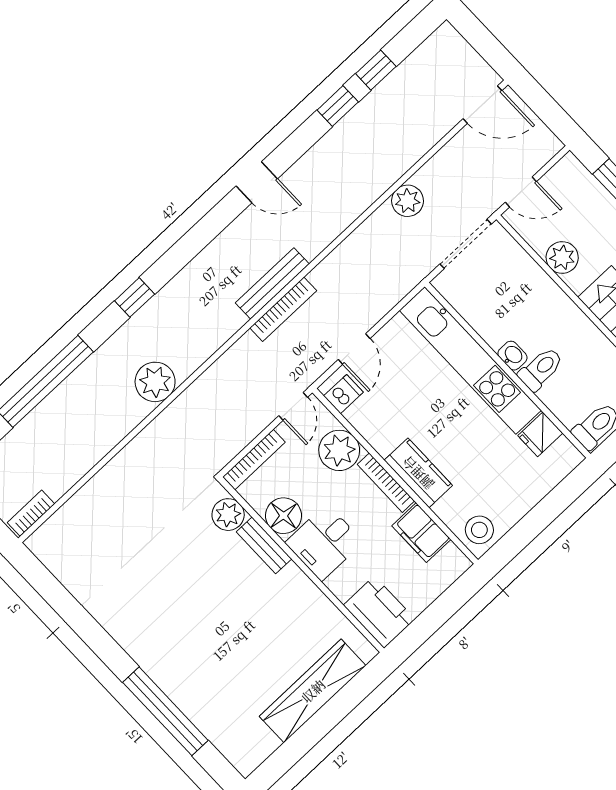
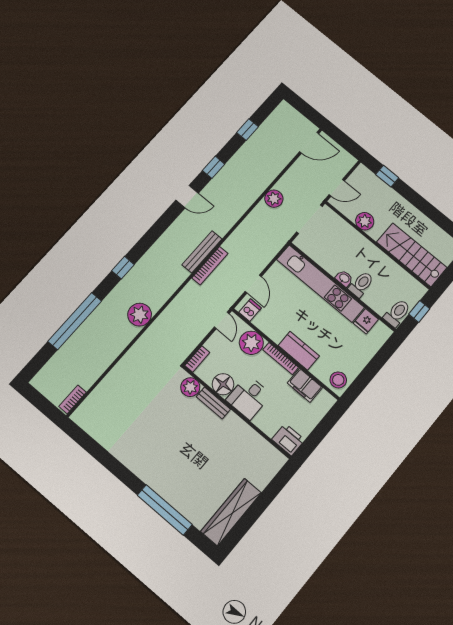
window: (338, 106) -> (214, 167), moved
bookcase: (254, 460) -> (197, 359), width x0.64
printer: (379, 612) -> (288, 440), width x0.73, depth x0.84
wardrobe: (313, 691) -> (231, 512), moved

